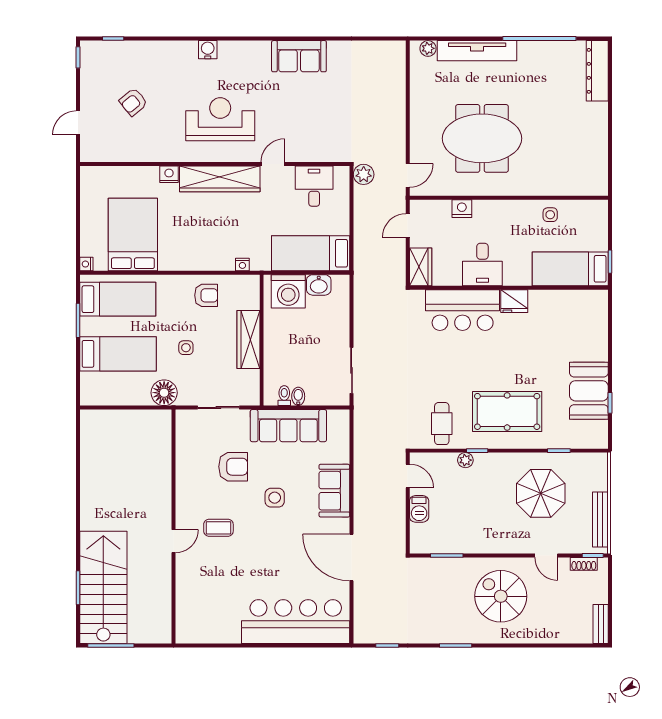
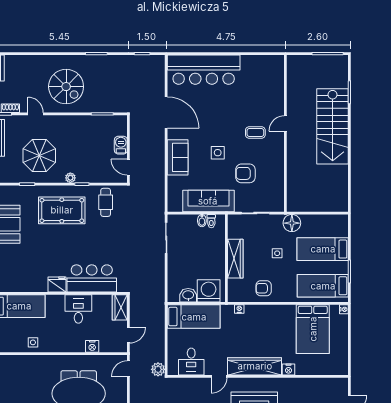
plant: (465, 460) -> (70, 178), moved
stairs: (103, 587) -> (333, 126), moved

